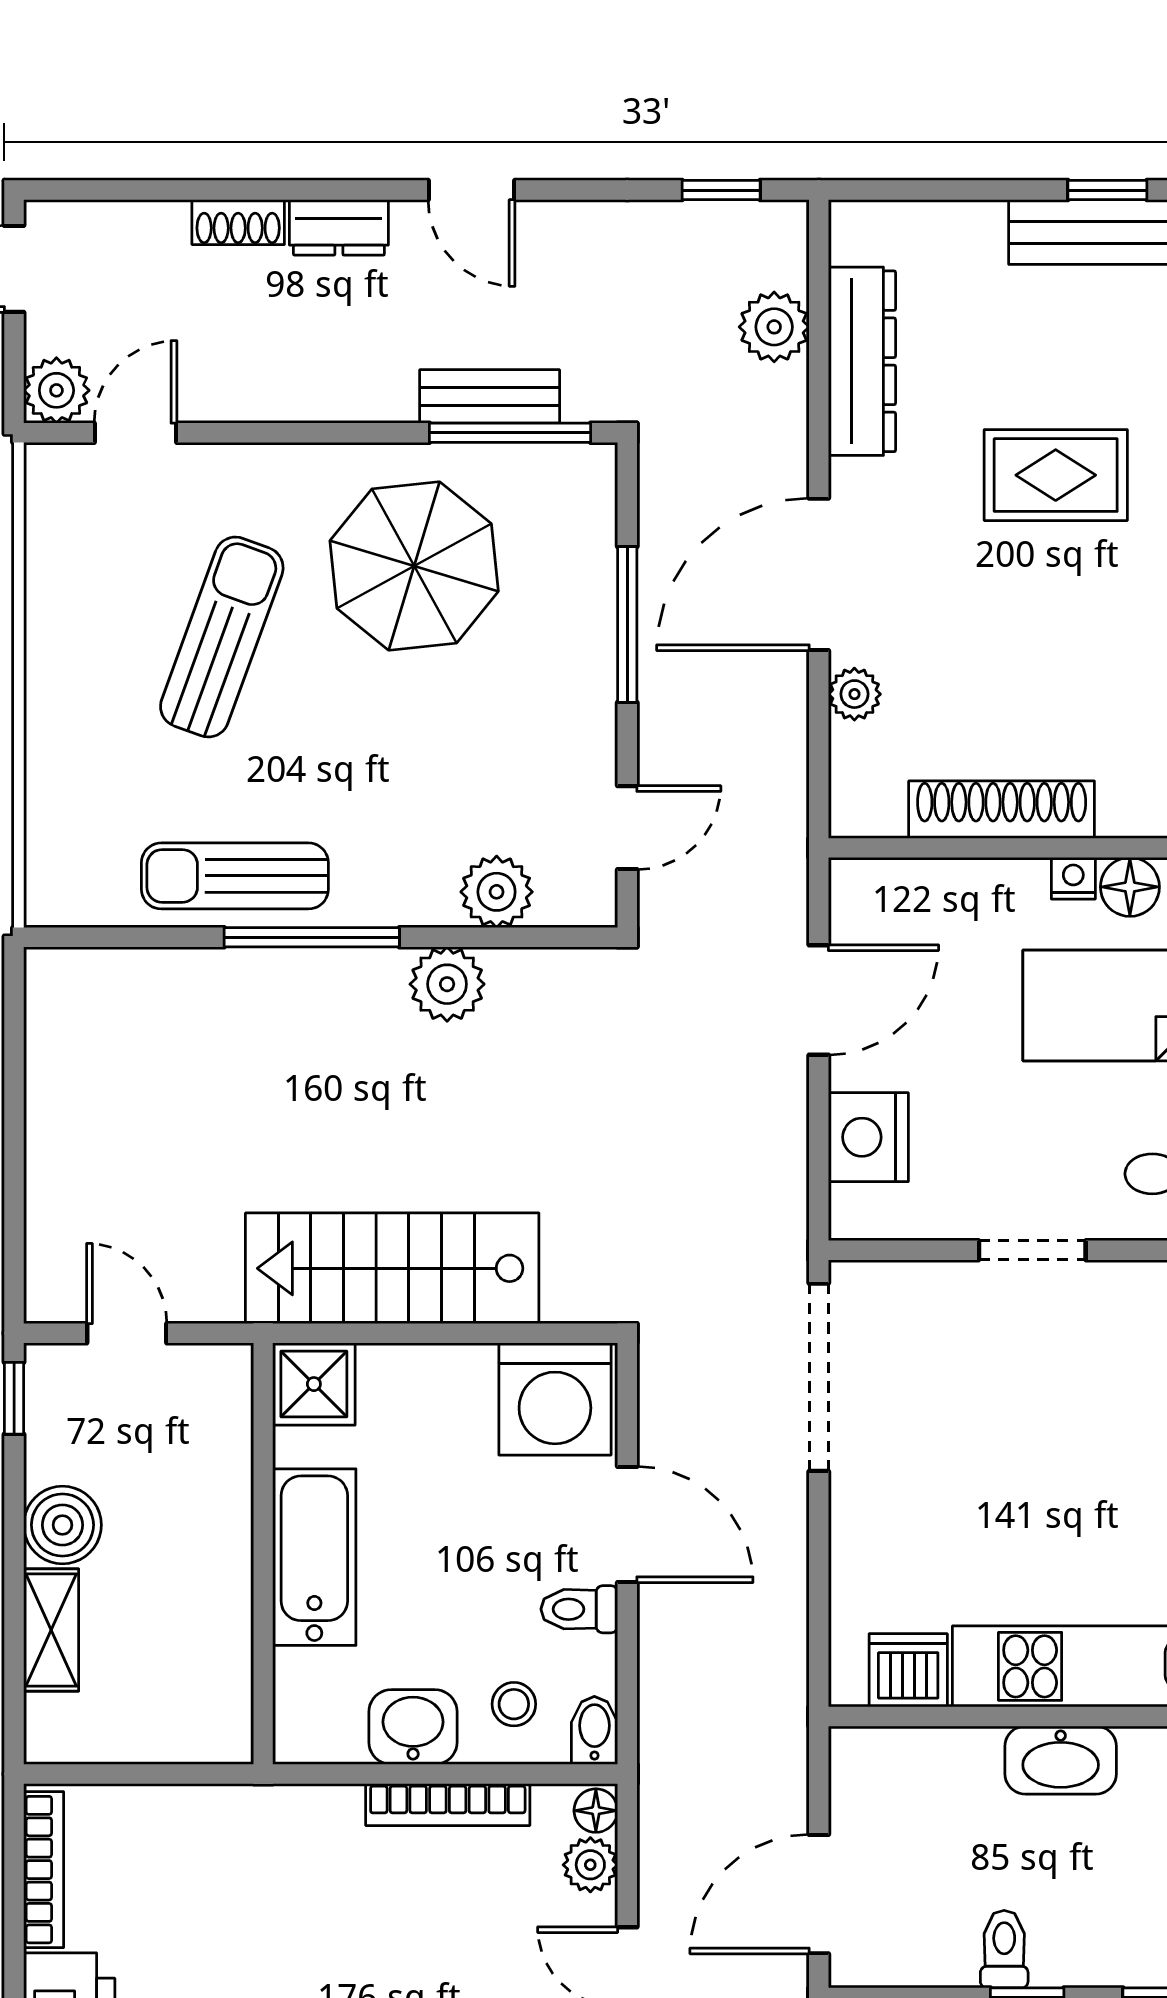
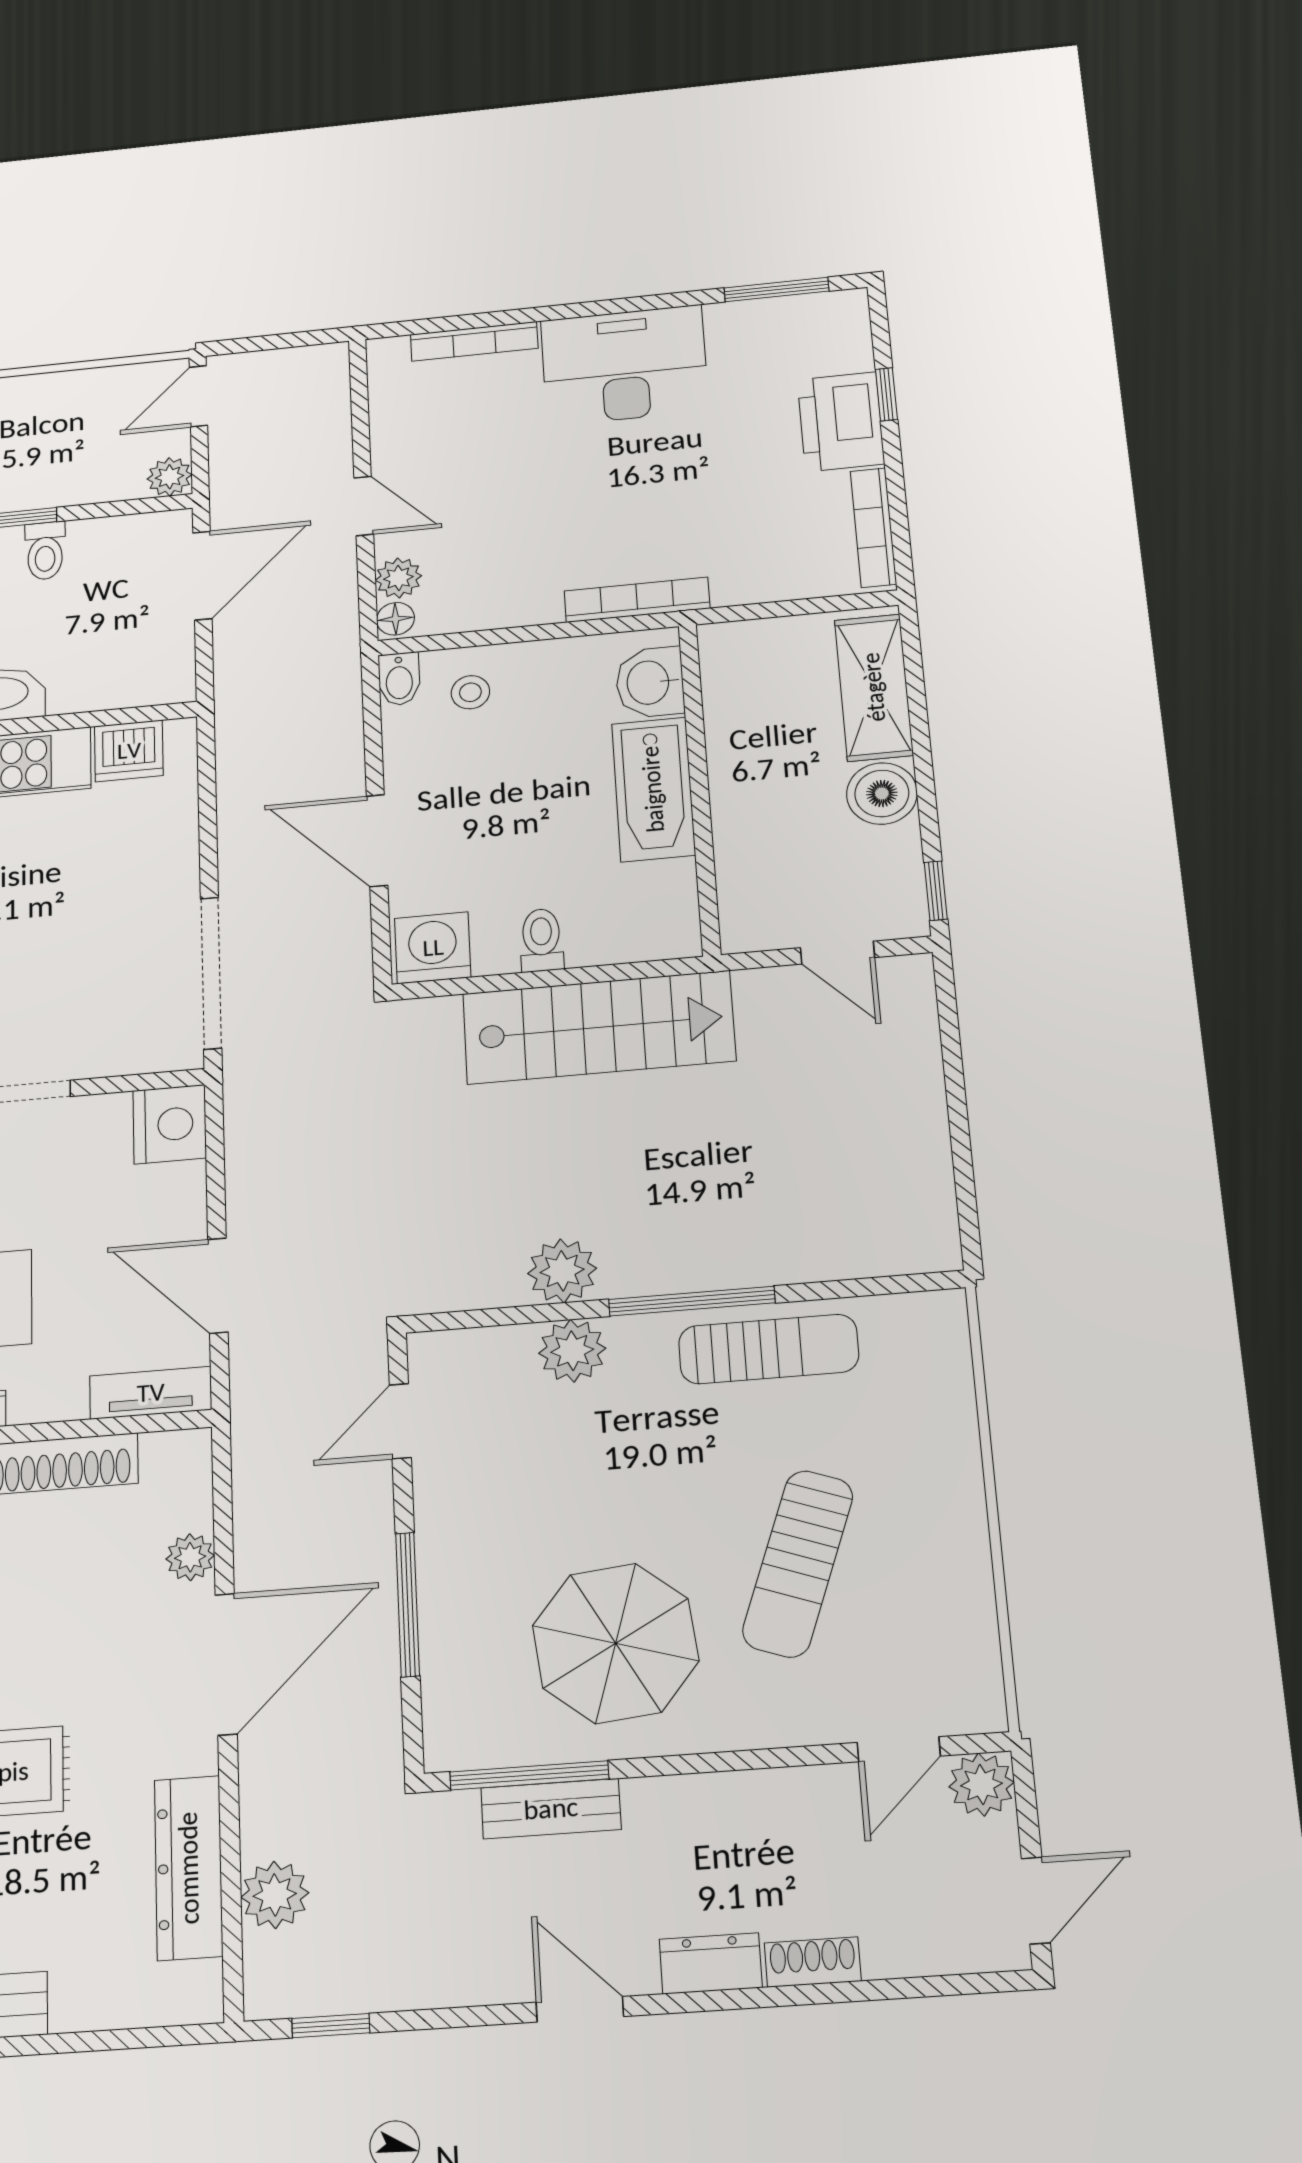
tv unit: (894, 882) -> (151, 1393), added
plant: (497, 892) -> (572, 1351), moved
door: (819, 1000) -> (218, 1286), hinge flipped
nightstand: (868, 1137) -> (170, 1124), moved
shower: (314, 1384) -> (664, 927), removed
washing machine: (555, 1399) -> (433, 948), width x0.73, depth x0.73
toilet: (579, 1609) -> (541, 940), moved, turned -90
shelving: (51, 1630) -> (874, 687), width x1.50, depth x1.33
washbasin: (413, 1727) -> (650, 682), moved, turned 90
bookcase: (448, 1805) -> (637, 600), moved

